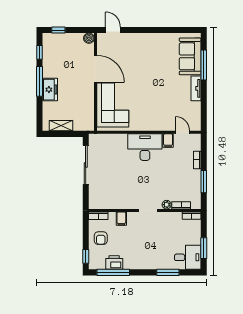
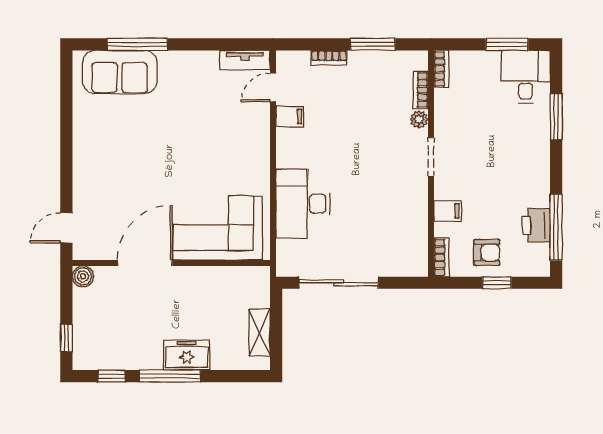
tv unit: (196, 88) -> (245, 60), moved
desk: (145, 147) -> (303, 204), moved
window: (86, 256) -> (497, 283), moved

